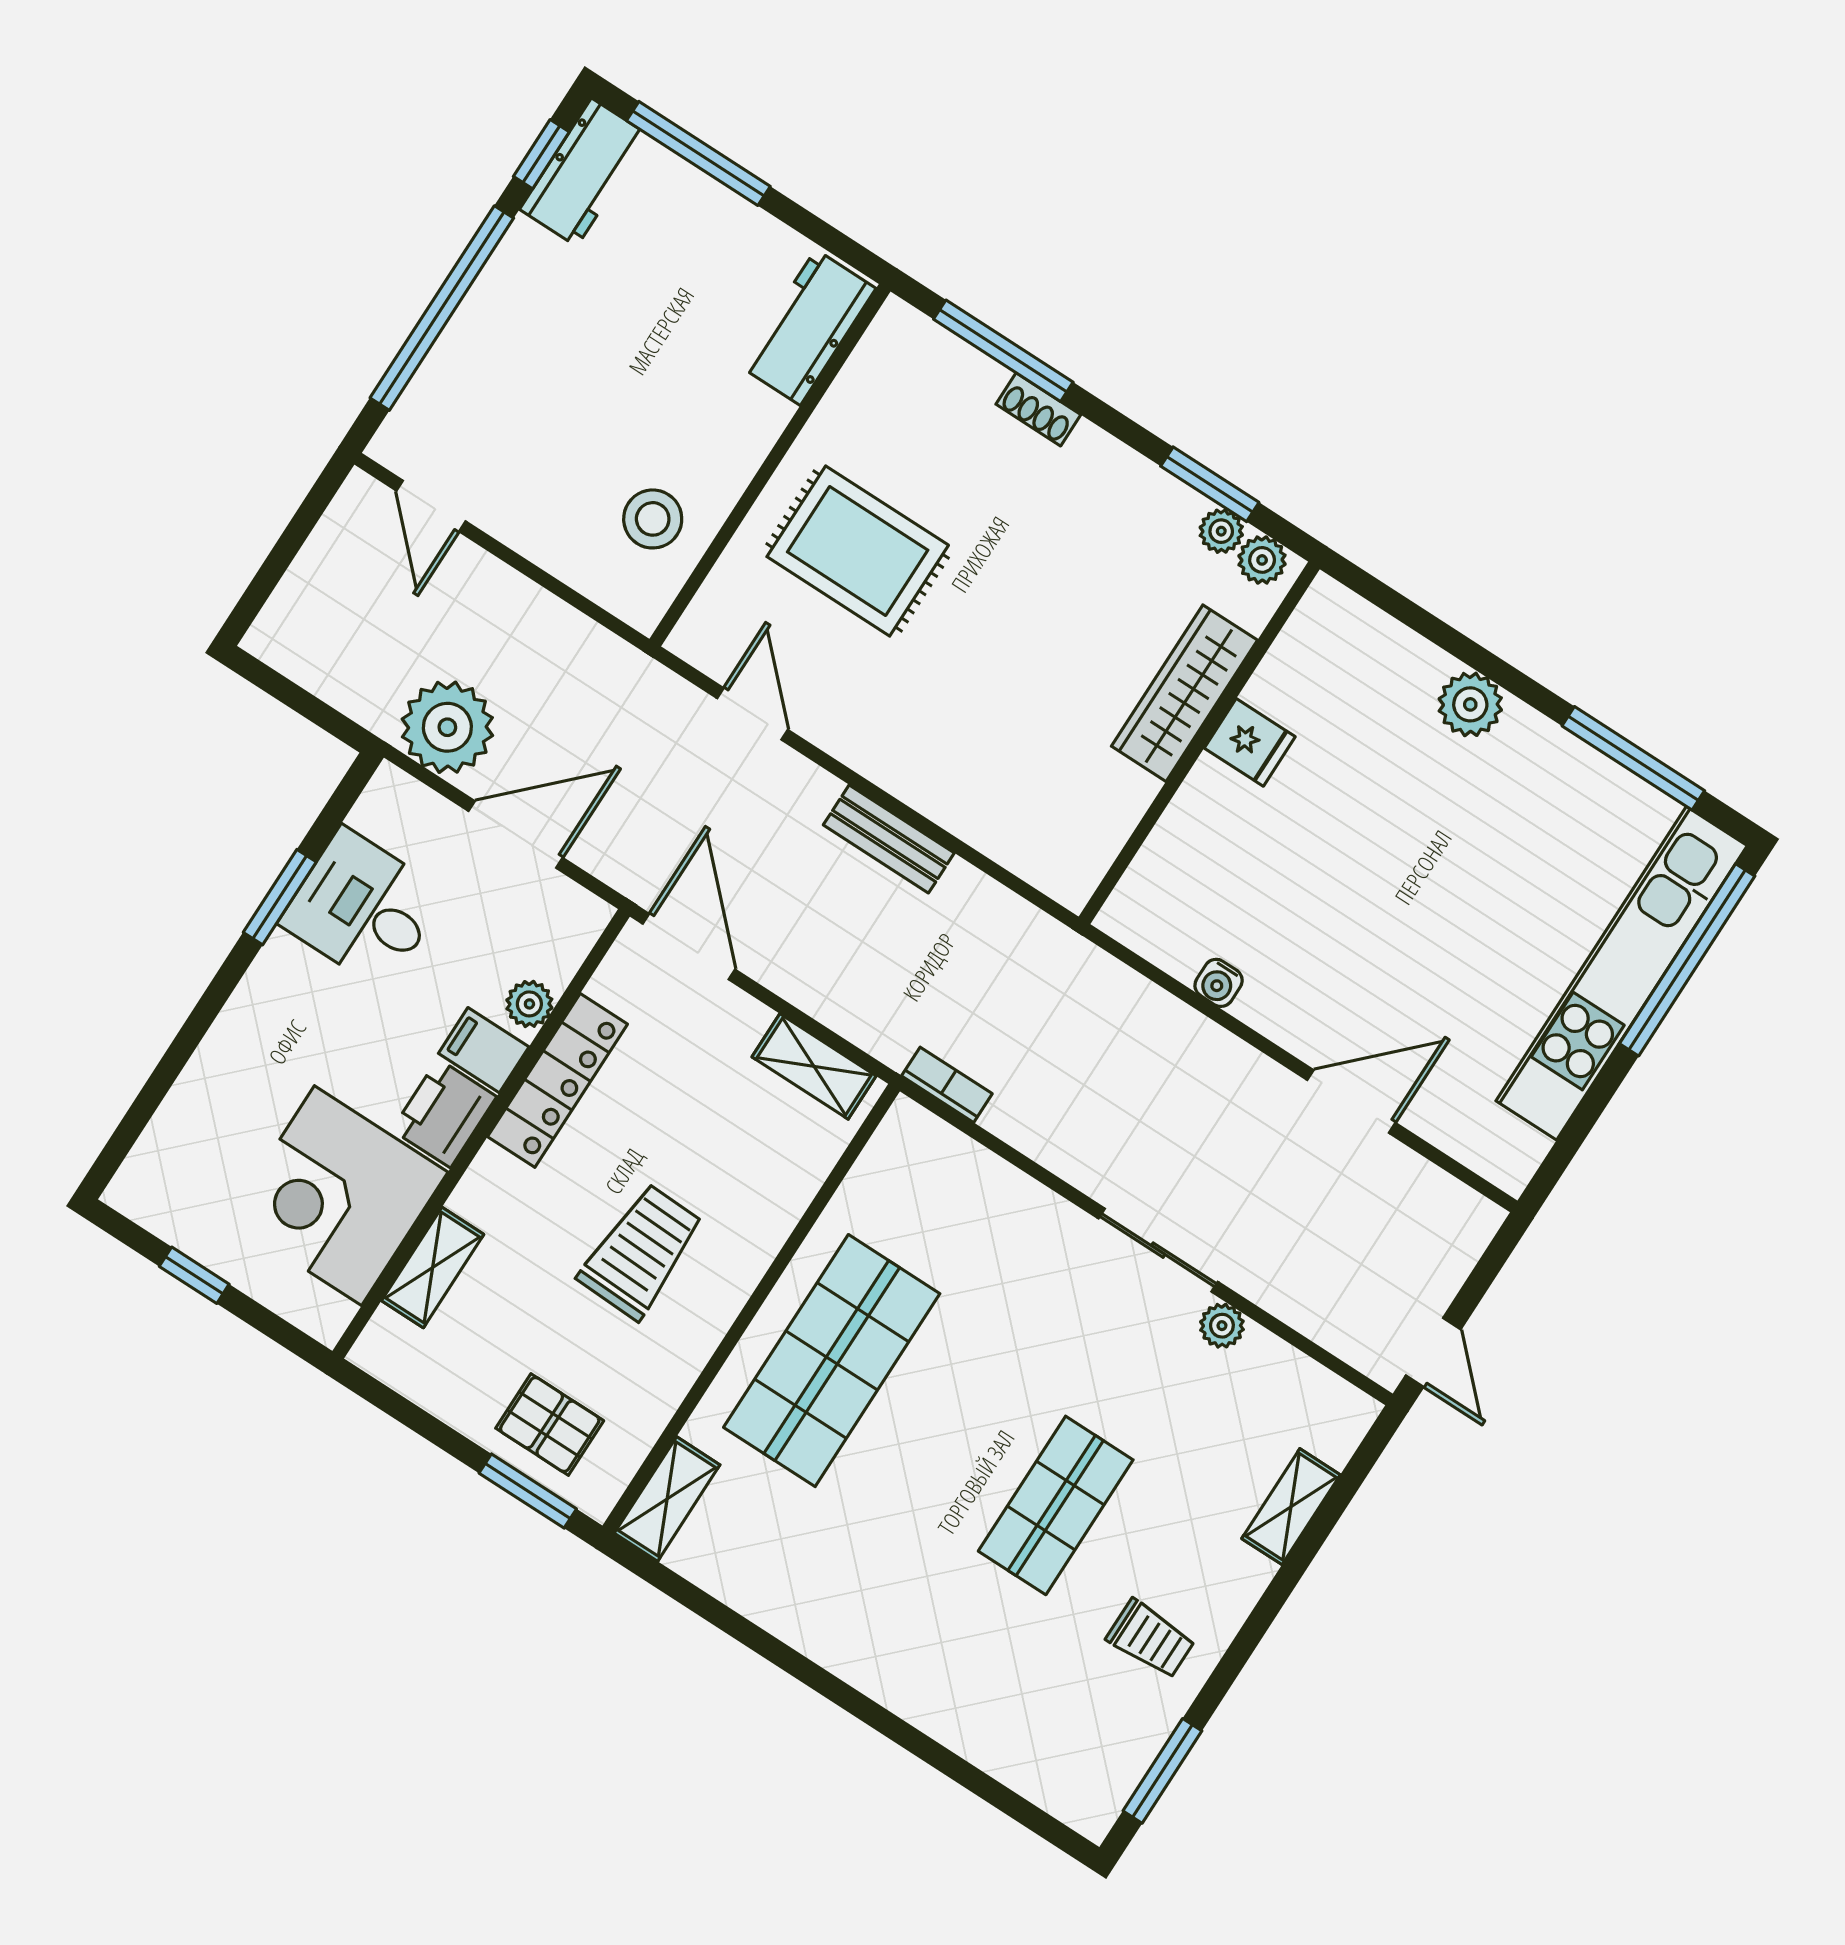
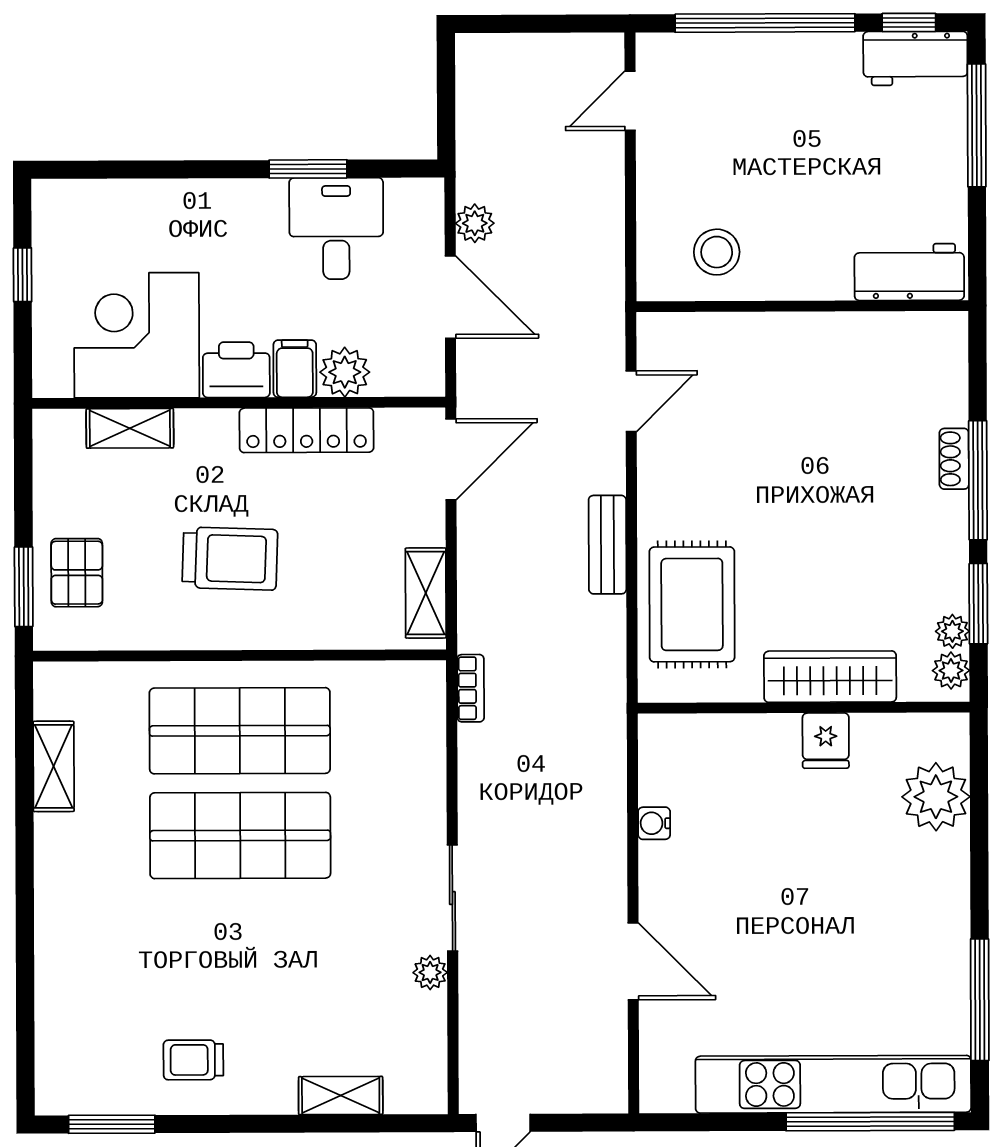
window: (1003, 351) -> (978, 480), moved
rug: (858, 551) -> (692, 604), moved
plant: (1470, 704) -> (936, 797), moved, width x1.36, depth x1.36
plant: (447, 727) -> (475, 223), width x0.53, depth x0.53
plant: (529, 1004) -> (345, 372), width x1.38, depth x1.38
shelving: (667, 1499) -> (54, 766), moved, turned 90
shop shelf: (1056, 1505) -> (240, 835), moved, width x1.43, depth x1.36
trolley: (1151, 1639) -> (193, 1060), turned 90

